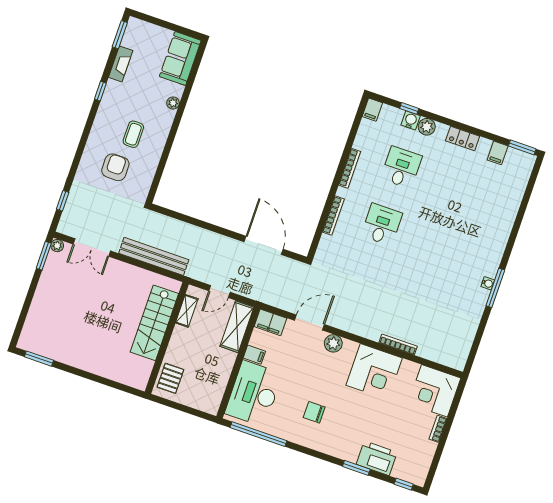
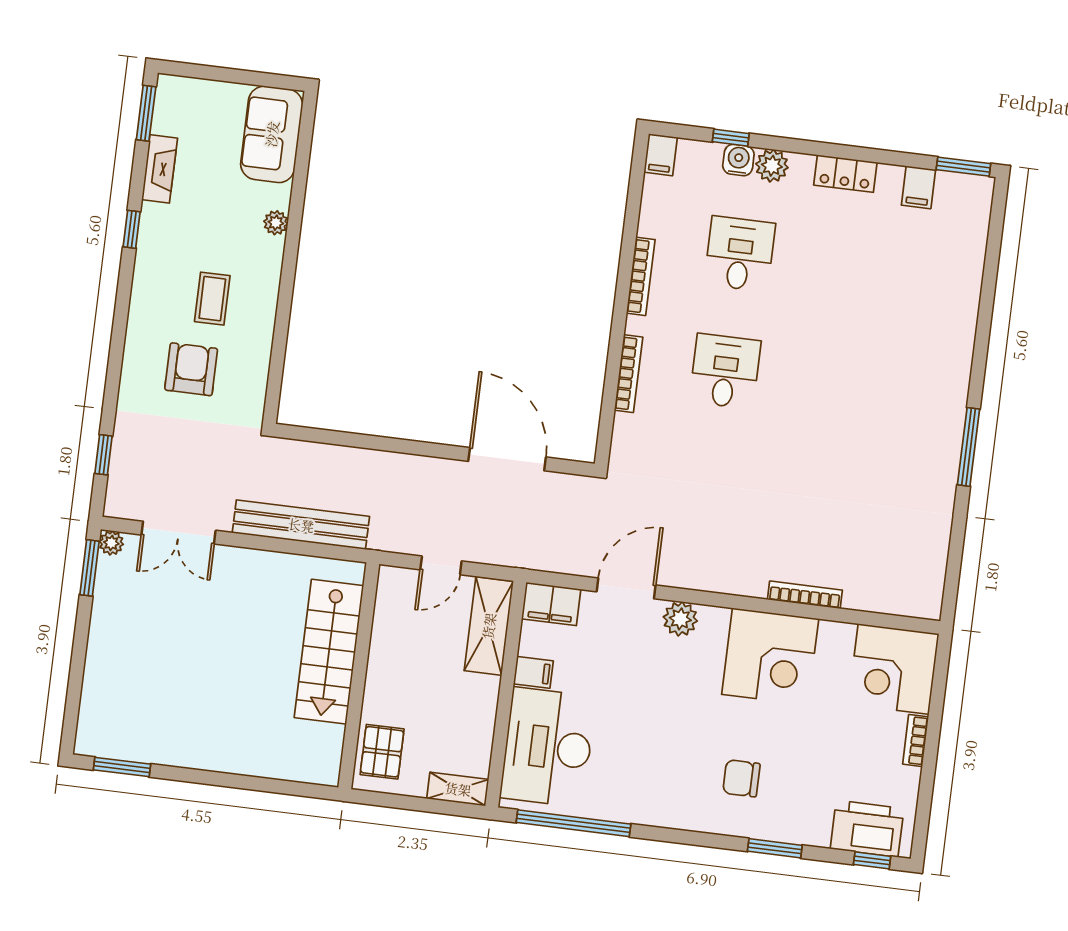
water cooler: (488, 283) -> (952, 441), removed
shelving: (187, 311) -> (458, 789), moved, turned 90
chair: (314, 412) -> (741, 778), moved
printer: (377, 458) -> (867, 829), moved

